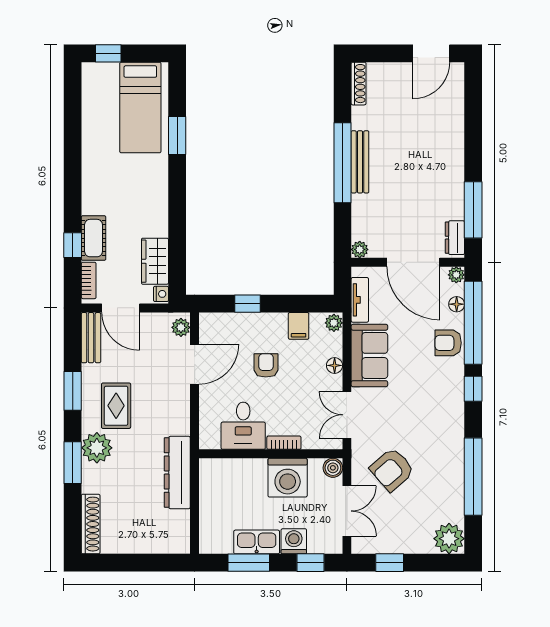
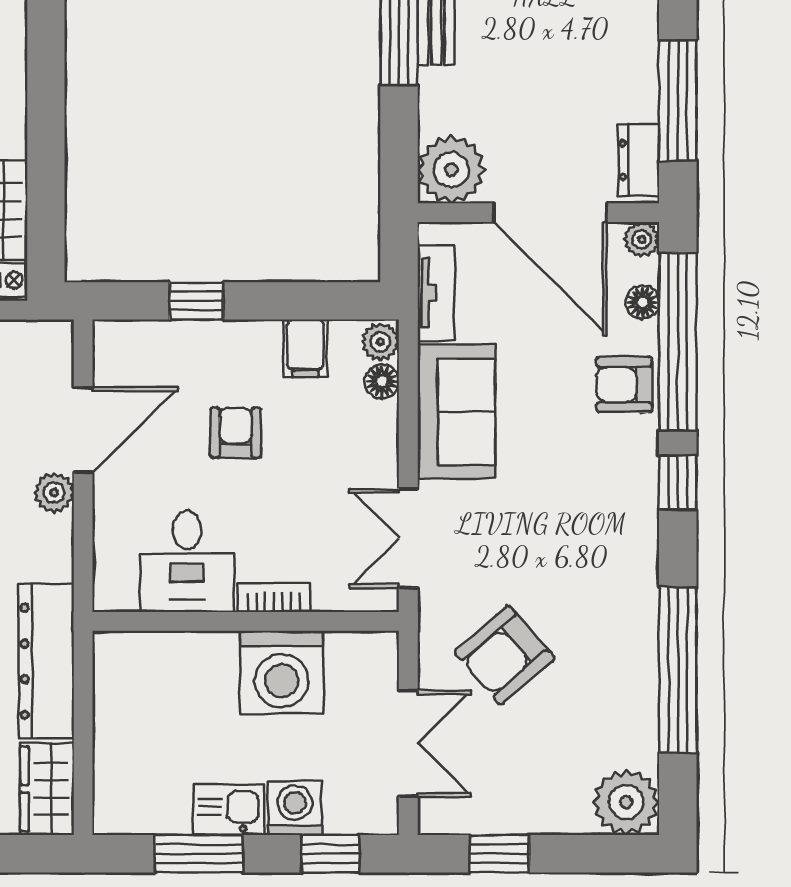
plant: (360, 249) -> (451, 170), width x1.88, depth x1.88
plant: (181, 327) -> (54, 493), moved
floor lamp: (335, 365) -> (382, 381), moved
boiler: (333, 468) -> (378, 651), removed
wardrobe: (178, 532) -> (47, 789), added
kitchen sink: (257, 542) -> (229, 810), width x0.73

